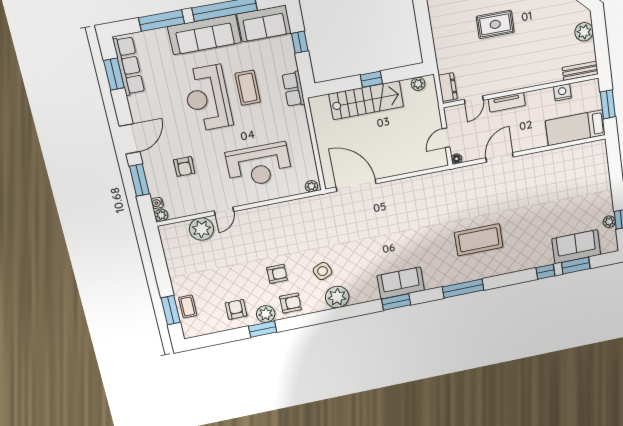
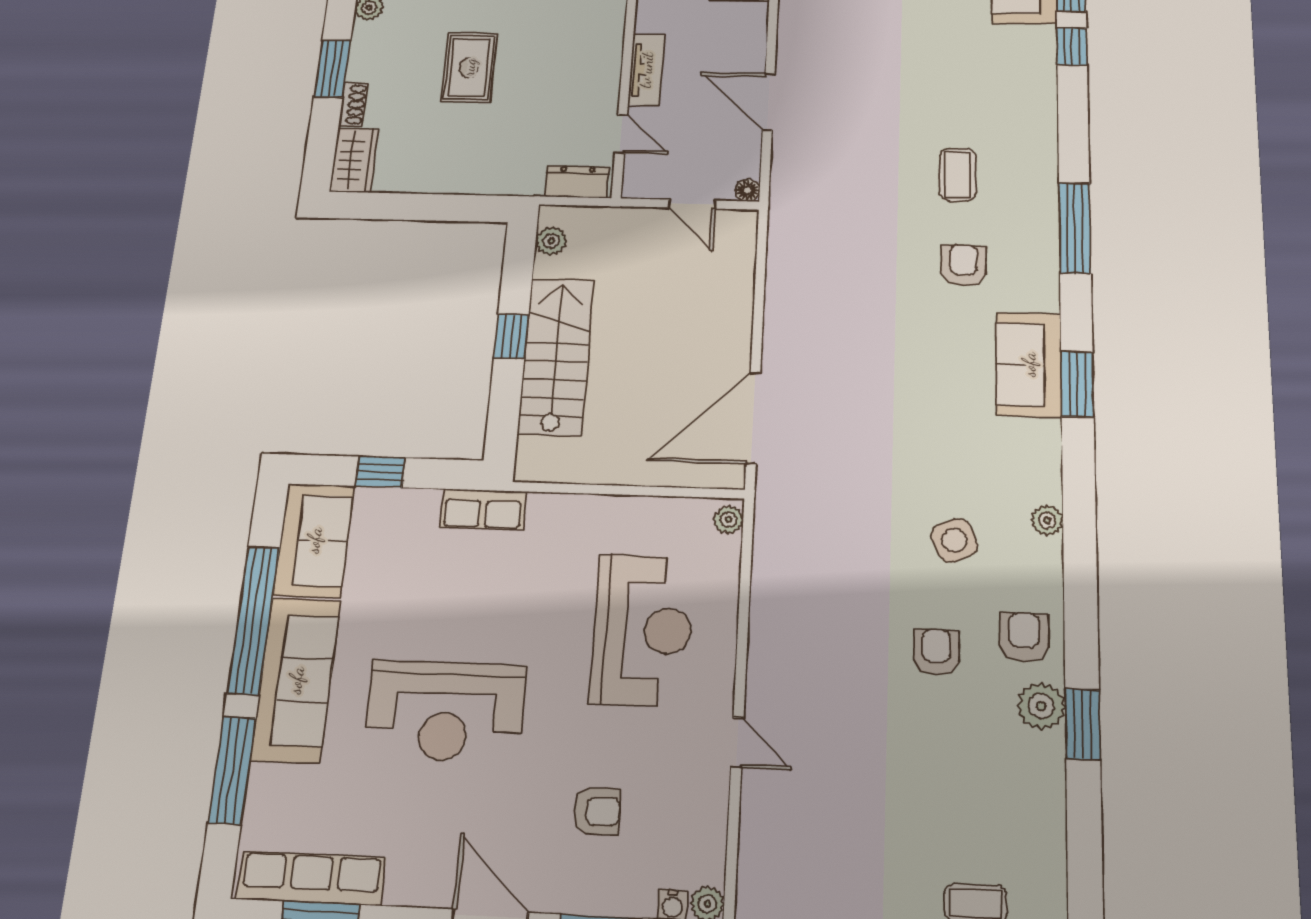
coffee table: (248, 88) -> (449, 611), removed
plant: (201, 229) -> (770, 811), removed
coffee table: (479, 240) -> (958, 175), width x0.54, depth x0.58
plant: (337, 297) -> (1047, 520), width x0.53, depth x0.53
armchair: (236, 309) -> (963, 266), moved, turned 90

